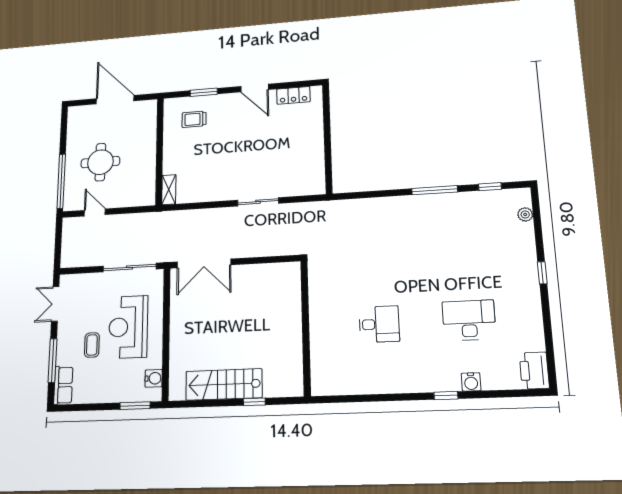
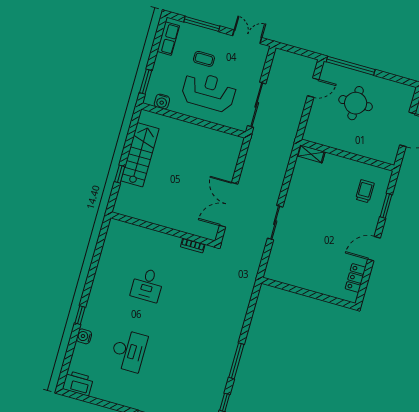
double door: (204, 263) -> (229, 205), moved
bookcase: (314, 286) -> (193, 246), added
row of seats: (63, 385) -> (168, 39), moved, turned -90

